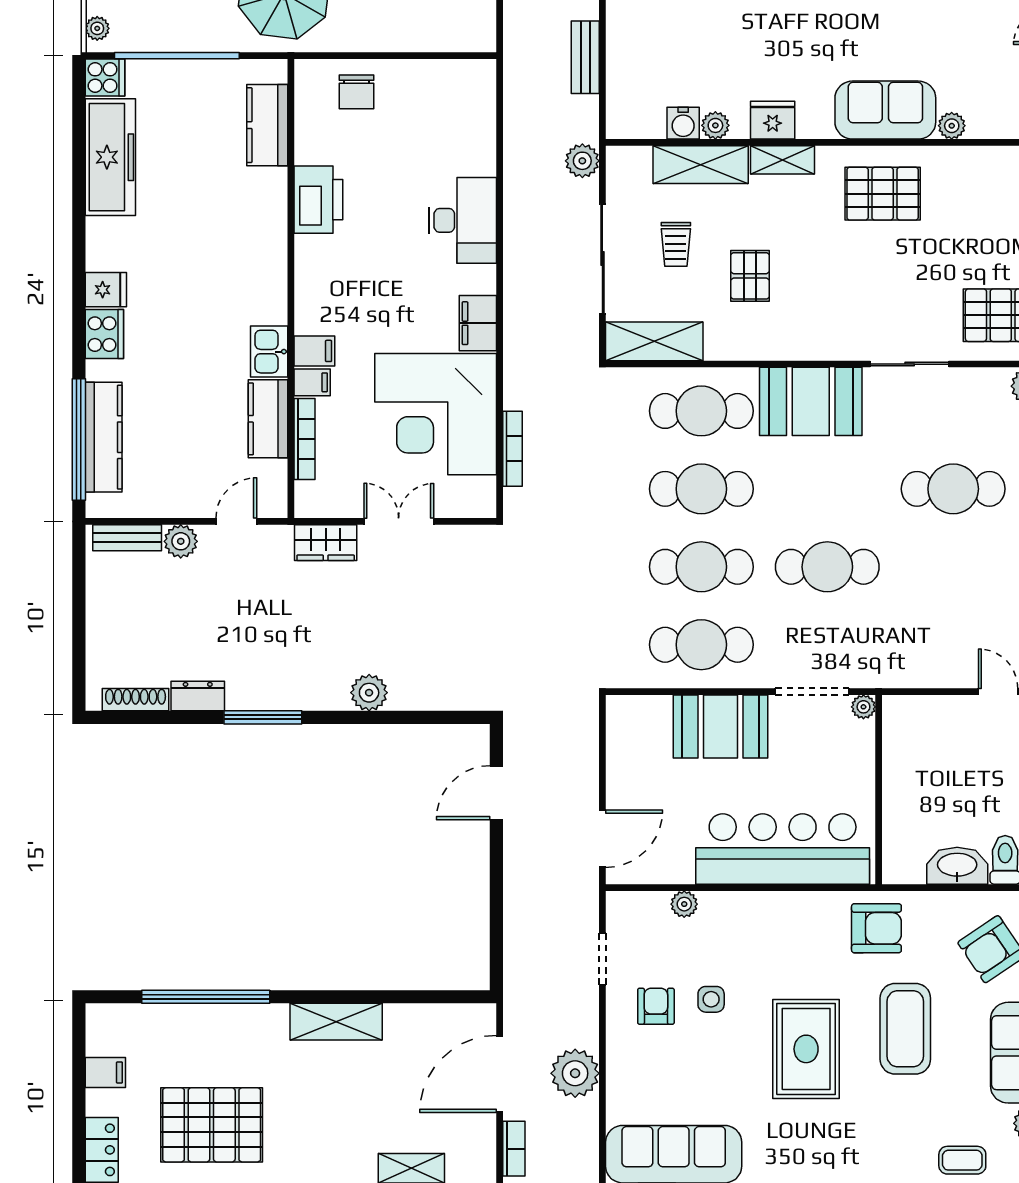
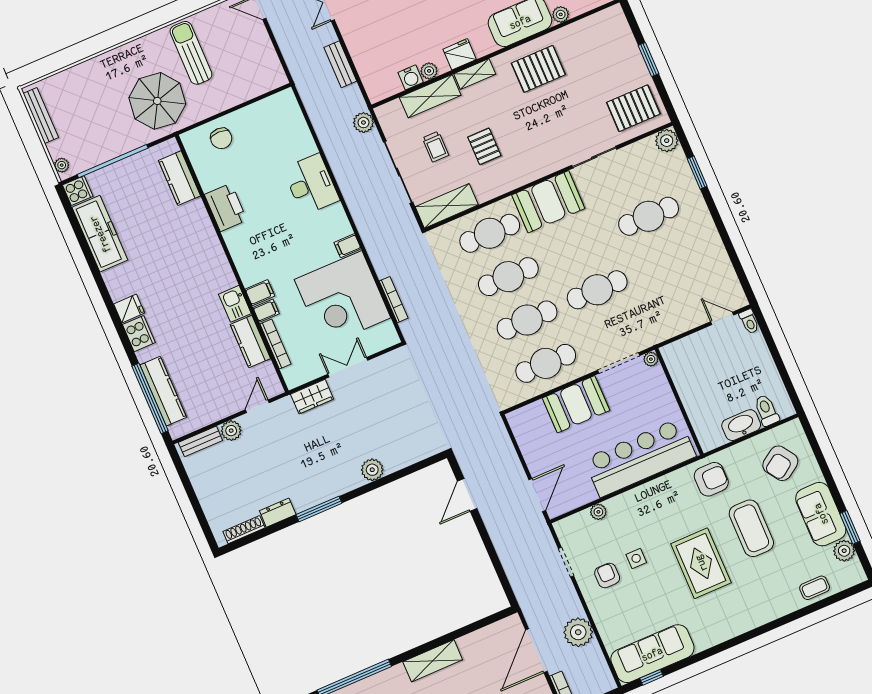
filing cabinet: (478, 323) -> (348, 246), width x0.50

